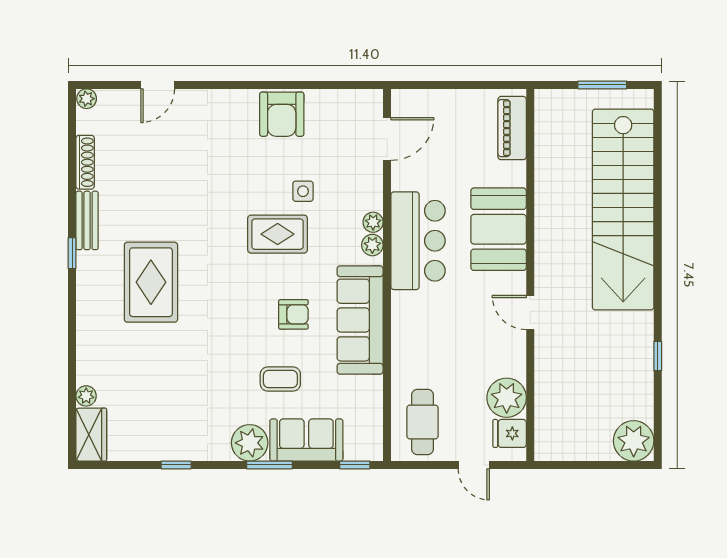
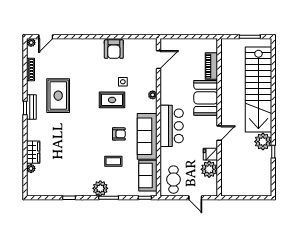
door: (158, 85) -> (46, 37), moved
piano: (512, 128) -> (211, 66), moved
bench: (87, 220) -> (31, 107), moved
bar counter: (418, 241) -> (172, 126), moved
plant: (372, 245) -> (152, 105), removed
rug: (151, 282) -> (58, 96), moved
door: (530, 312) -> (219, 133), swing flipped
fridge: (510, 433) -> (210, 154), moved
wardrobe: (91, 435) -> (33, 152), moved
sofa: (306, 440) -> (148, 176), moved, turned -90
plant: (634, 441) -> (263, 142), moved

